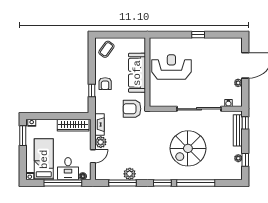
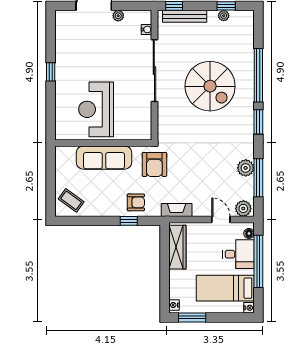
armchair: (105, 84) -> (136, 202), moved
plant: (101, 142) -> (243, 208), moved

